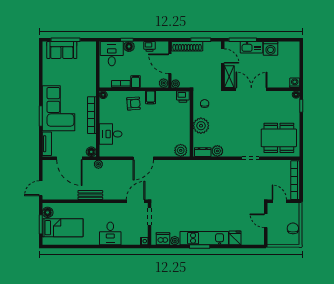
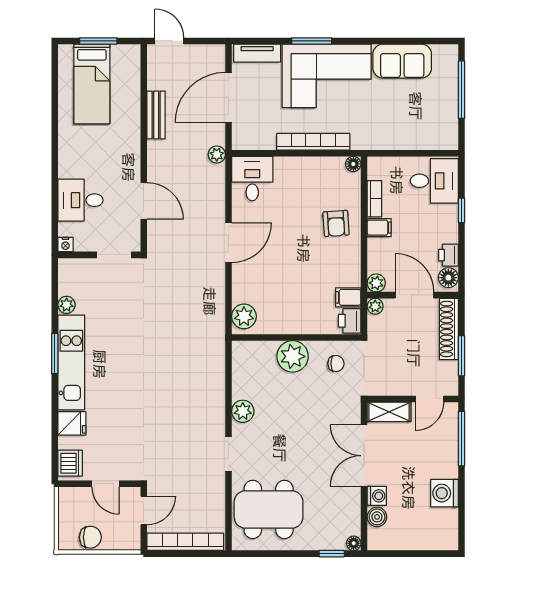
floor lamp: (129, 46) -> (448, 278), moved
kitchen sink: (251, 47) -> (447, 456), removed
sofa: (62, 50) -> (402, 61), moved, turned -90
door: (170, 64) -> (414, 295), hinge flipped
boiler: (283, 83) -> (377, 517), added
washing machine: (295, 83) -> (377, 496), moved
double door: (251, 89) -> (364, 456), swing flipped
filing cabinet: (151, 97) -> (348, 297), moved
desk: (111, 134) -> (252, 179), moved
dining table: (279, 138) -> (269, 509), turned 90
plant: (217, 151) -> (243, 411), moved
floor lamp: (91, 152) -> (241, 140), removed
dresser: (203, 152) -> (241, 360), removed
door: (143, 158) -> (228, 243), swing flipped
bench: (90, 195) -> (156, 115), moved
door: (136, 201) -> (144, 201), moved
floor lamp: (48, 212) -> (122, 55), removed
door: (266, 221) -> (106, 484), swing flipped
desk: (110, 233) -> (81, 200), moved
dishwasher: (163, 239) -> (70, 463), moved

